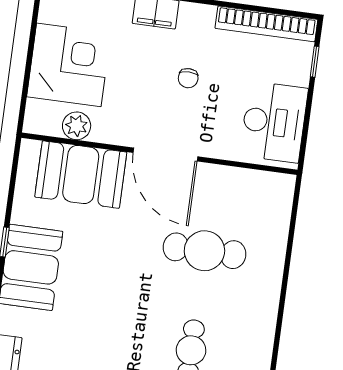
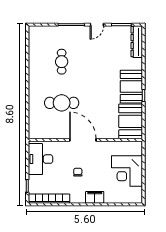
plant: (77, 126) -> (121, 147), removed
booth: (81, 175) -> (131, 121), moved, turned 90

